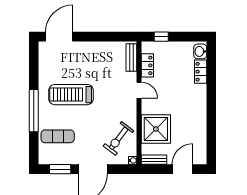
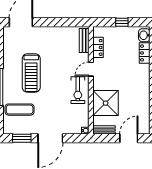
window: (161, 37) -> (122, 22), moved
door: (139, 90) -> (91, 69), swing flipped
treadmill: (71, 95) -> (31, 73), turned -90
exercise bike: (119, 138) -> (78, 90), moved, turned -37

